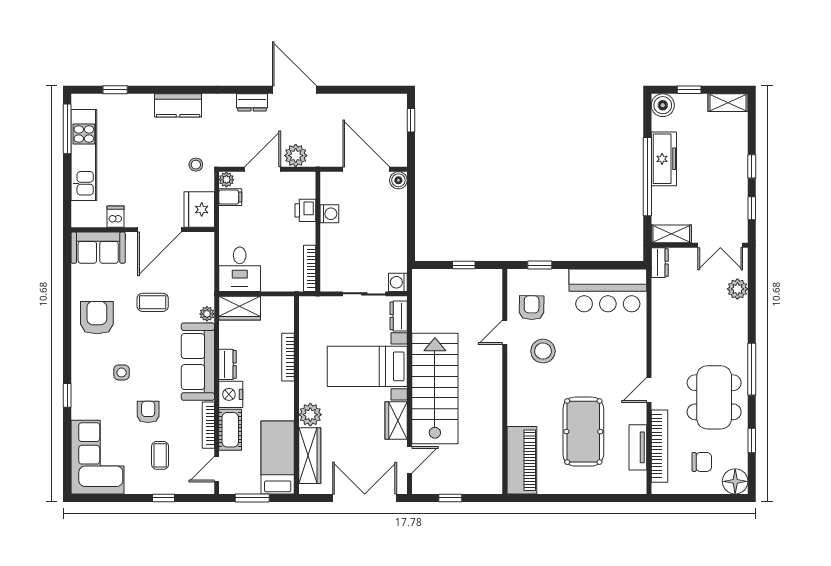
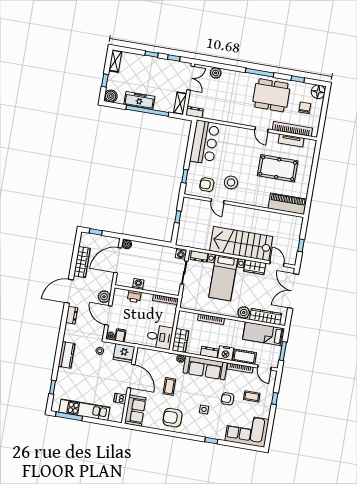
wardrobe: (352, 104) -> (82, 262), added

